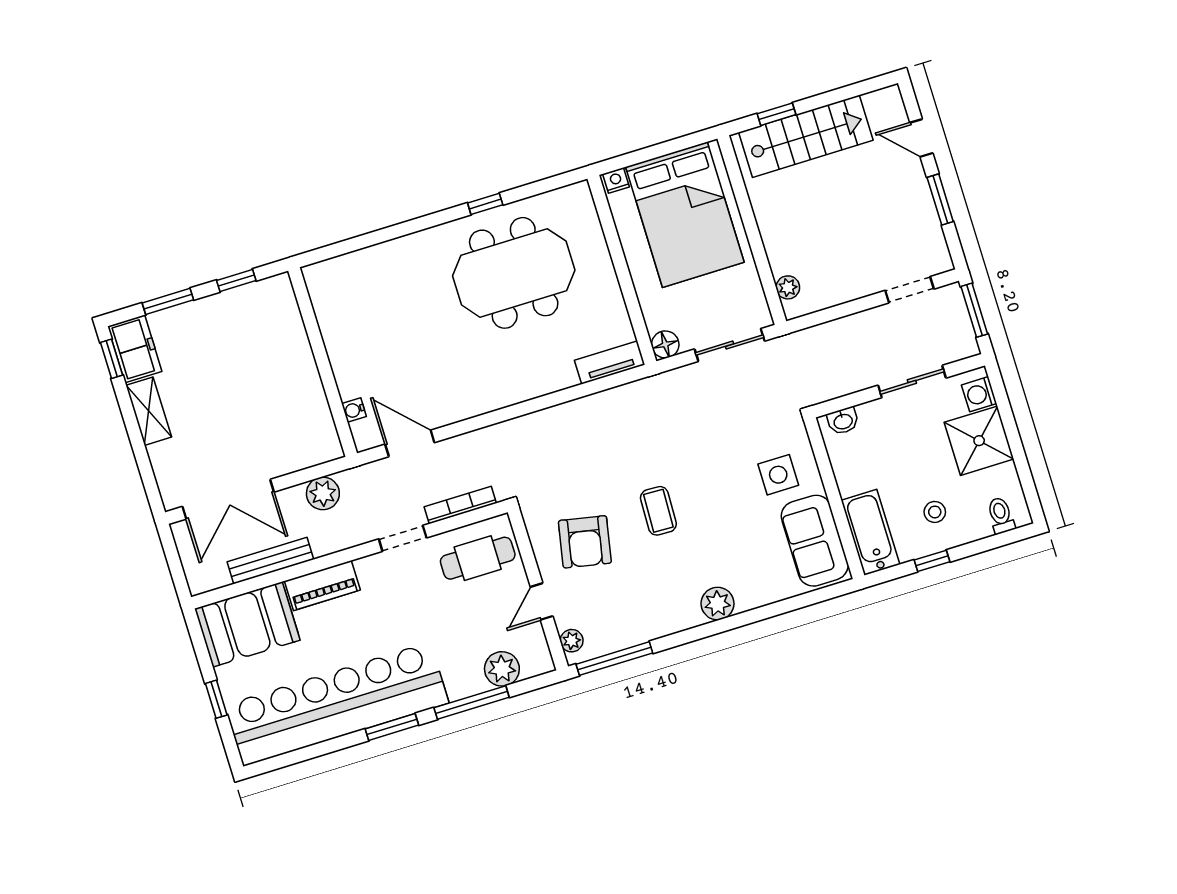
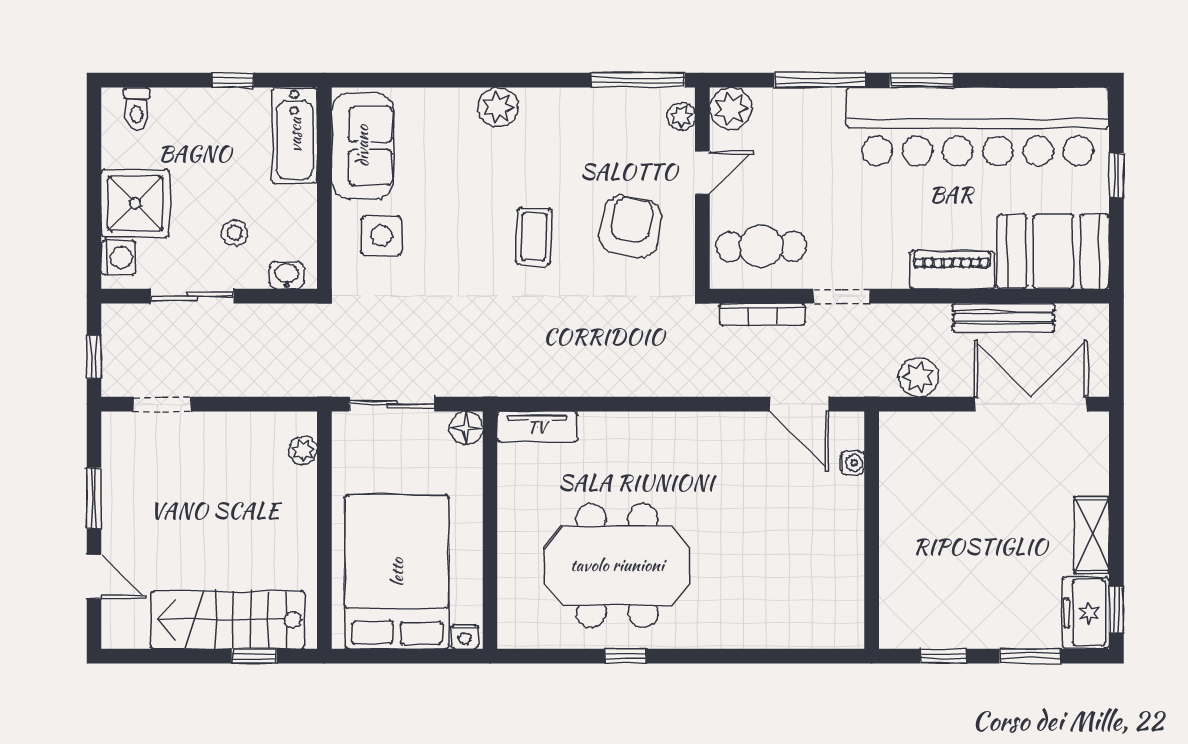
window: (974, 310) -> (94, 357), width x0.67
stool: (935, 512) -> (235, 233), moved
plant: (502, 669) -> (731, 108), moved

